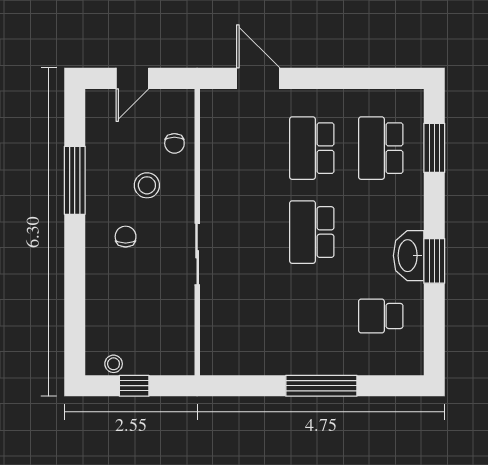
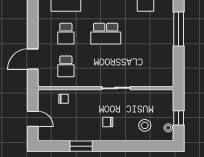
school desk: (243, 148) -> (66, 66), added
school desk: (312, 148) -> (66, 34), width x0.54
window: (75, 180) -> (81, 146), width x0.69
stool: (147, 185) -> (145, 125), moved

